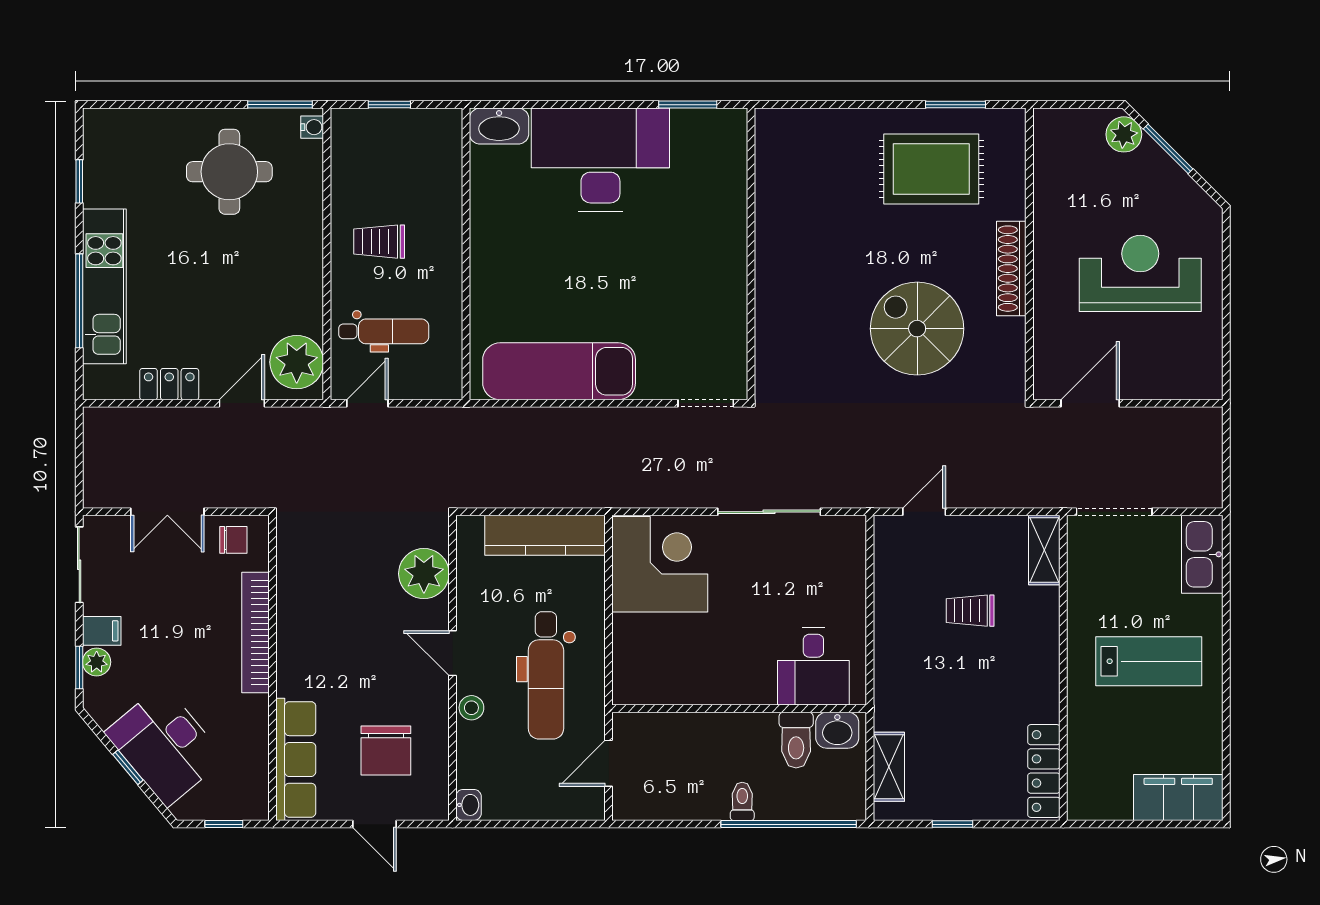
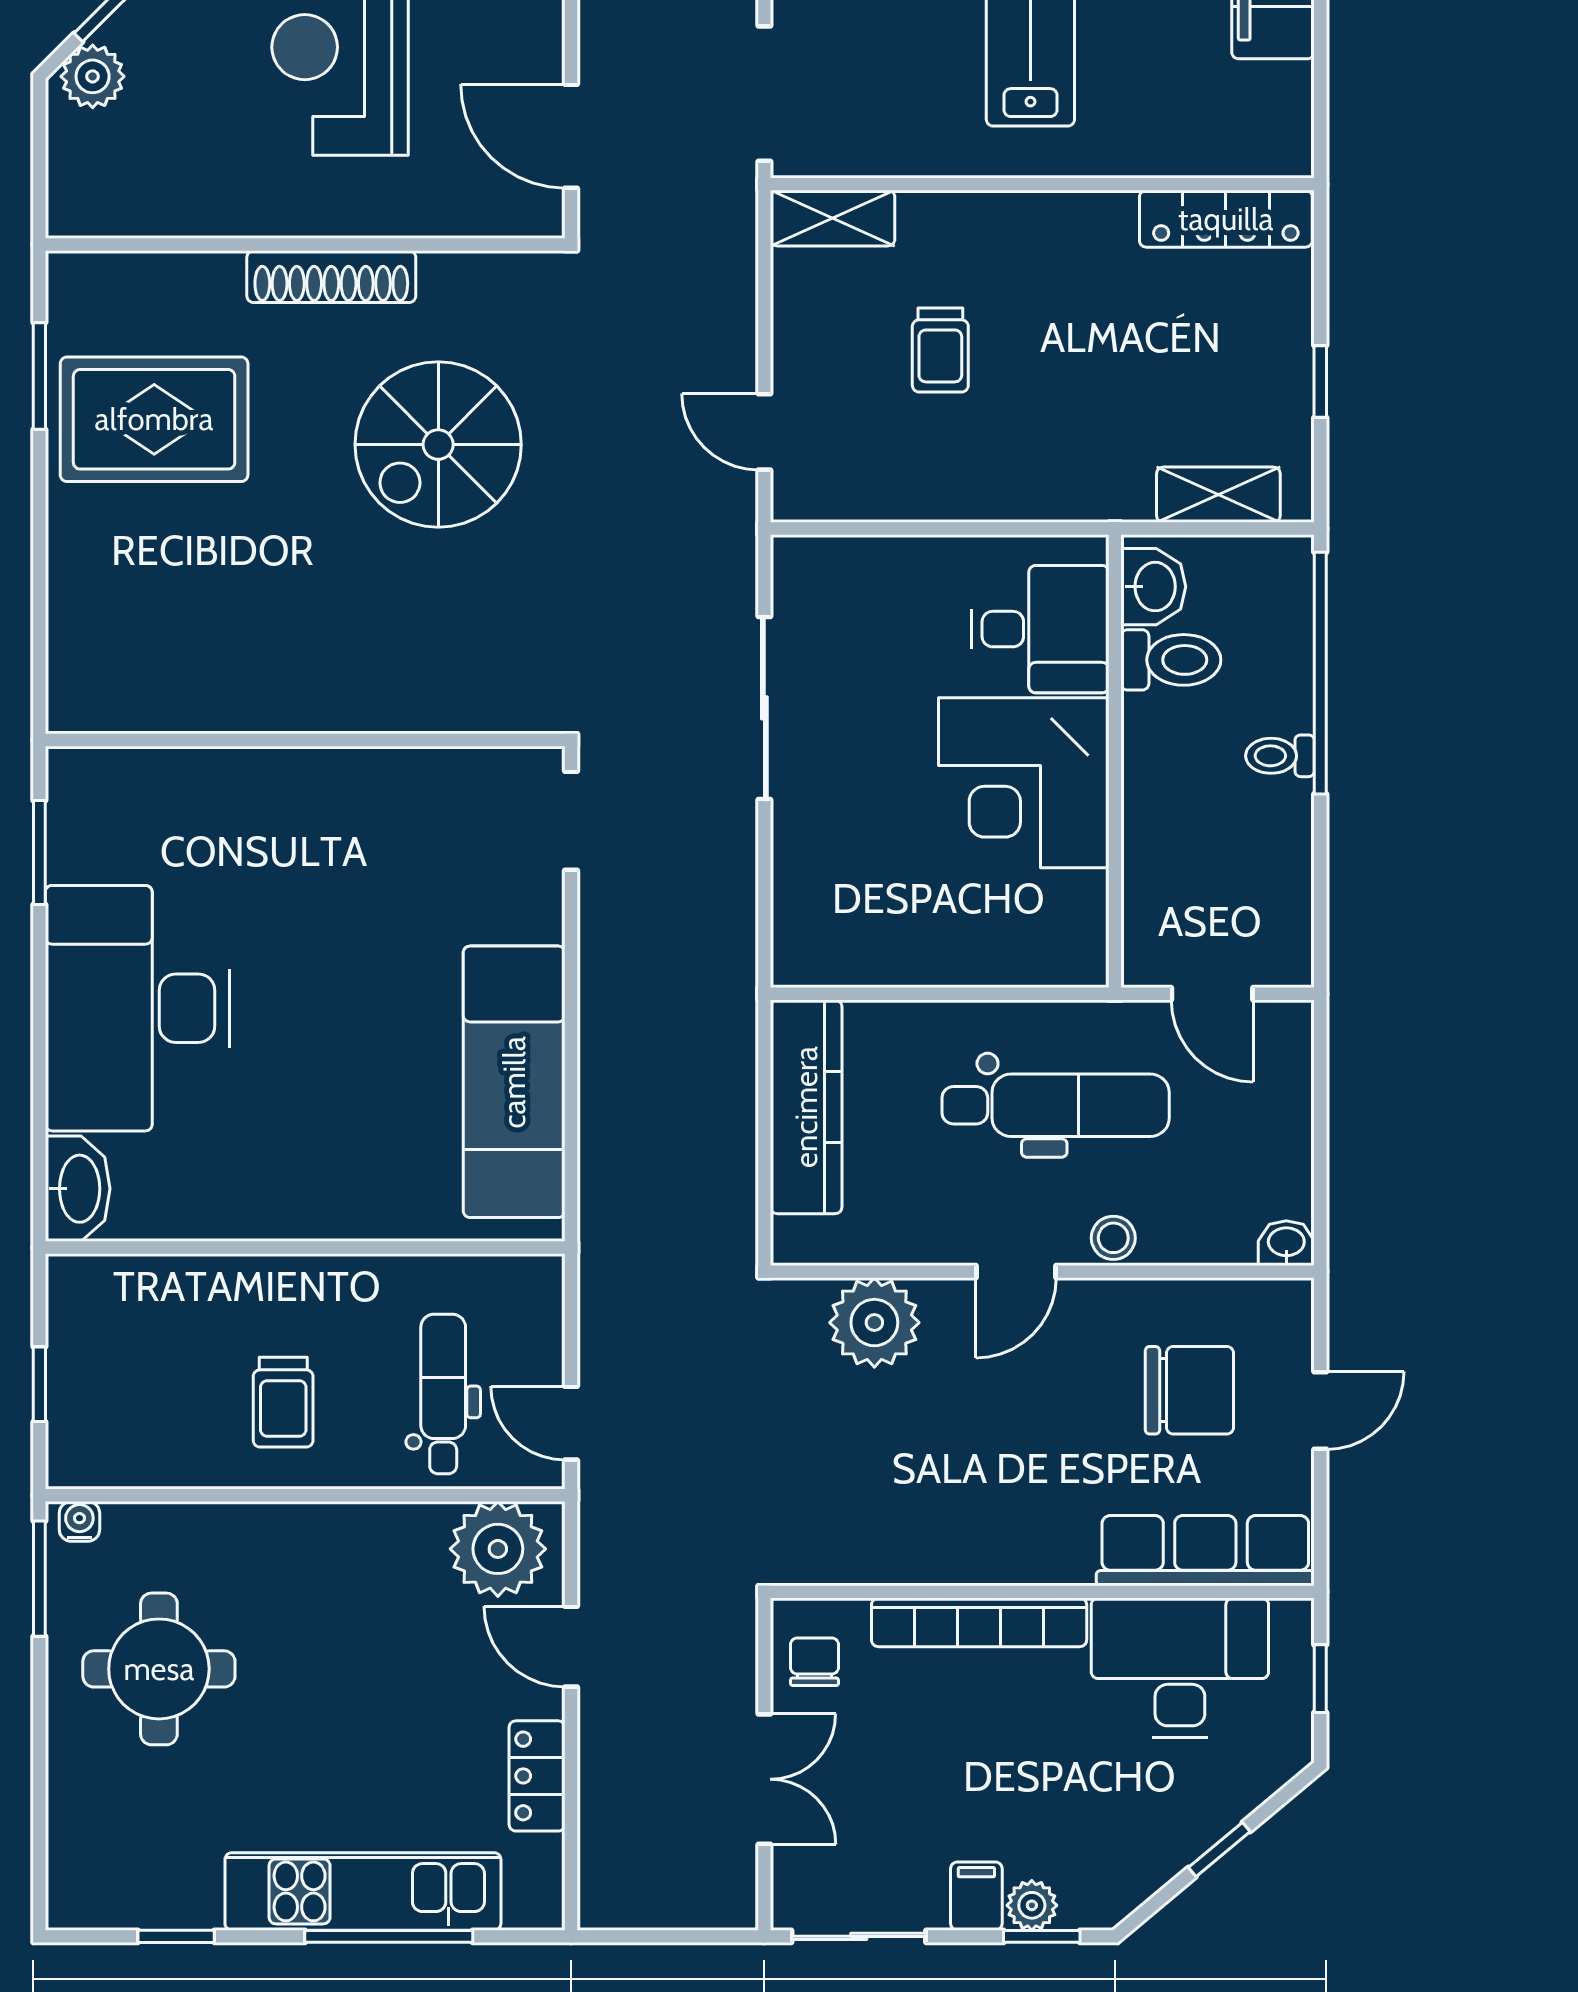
rug: (931, 169) -> (154, 419), turned 90
corner desk: (660, 564) -> (1024, 783), moved, turned -90
desk: (165, 745) -> (1180, 1668), moved, turned -140

